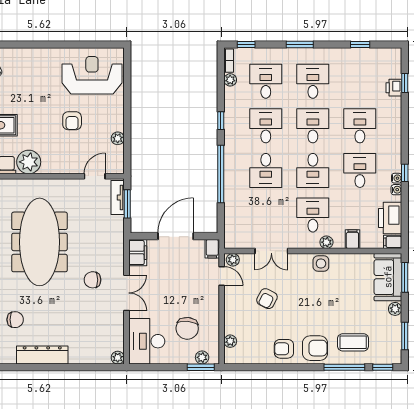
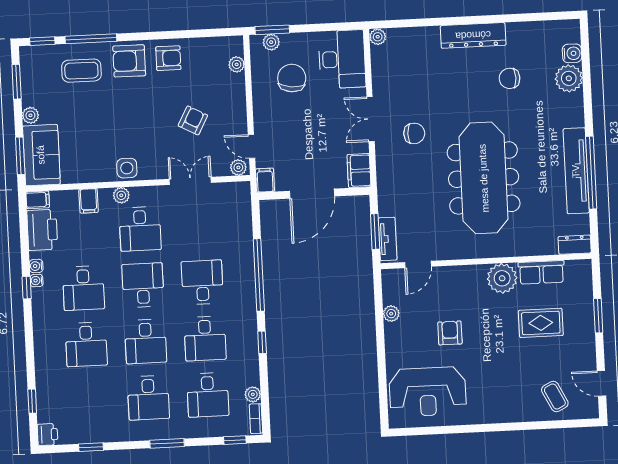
printer: (394, 88) -> (48, 434), moved

